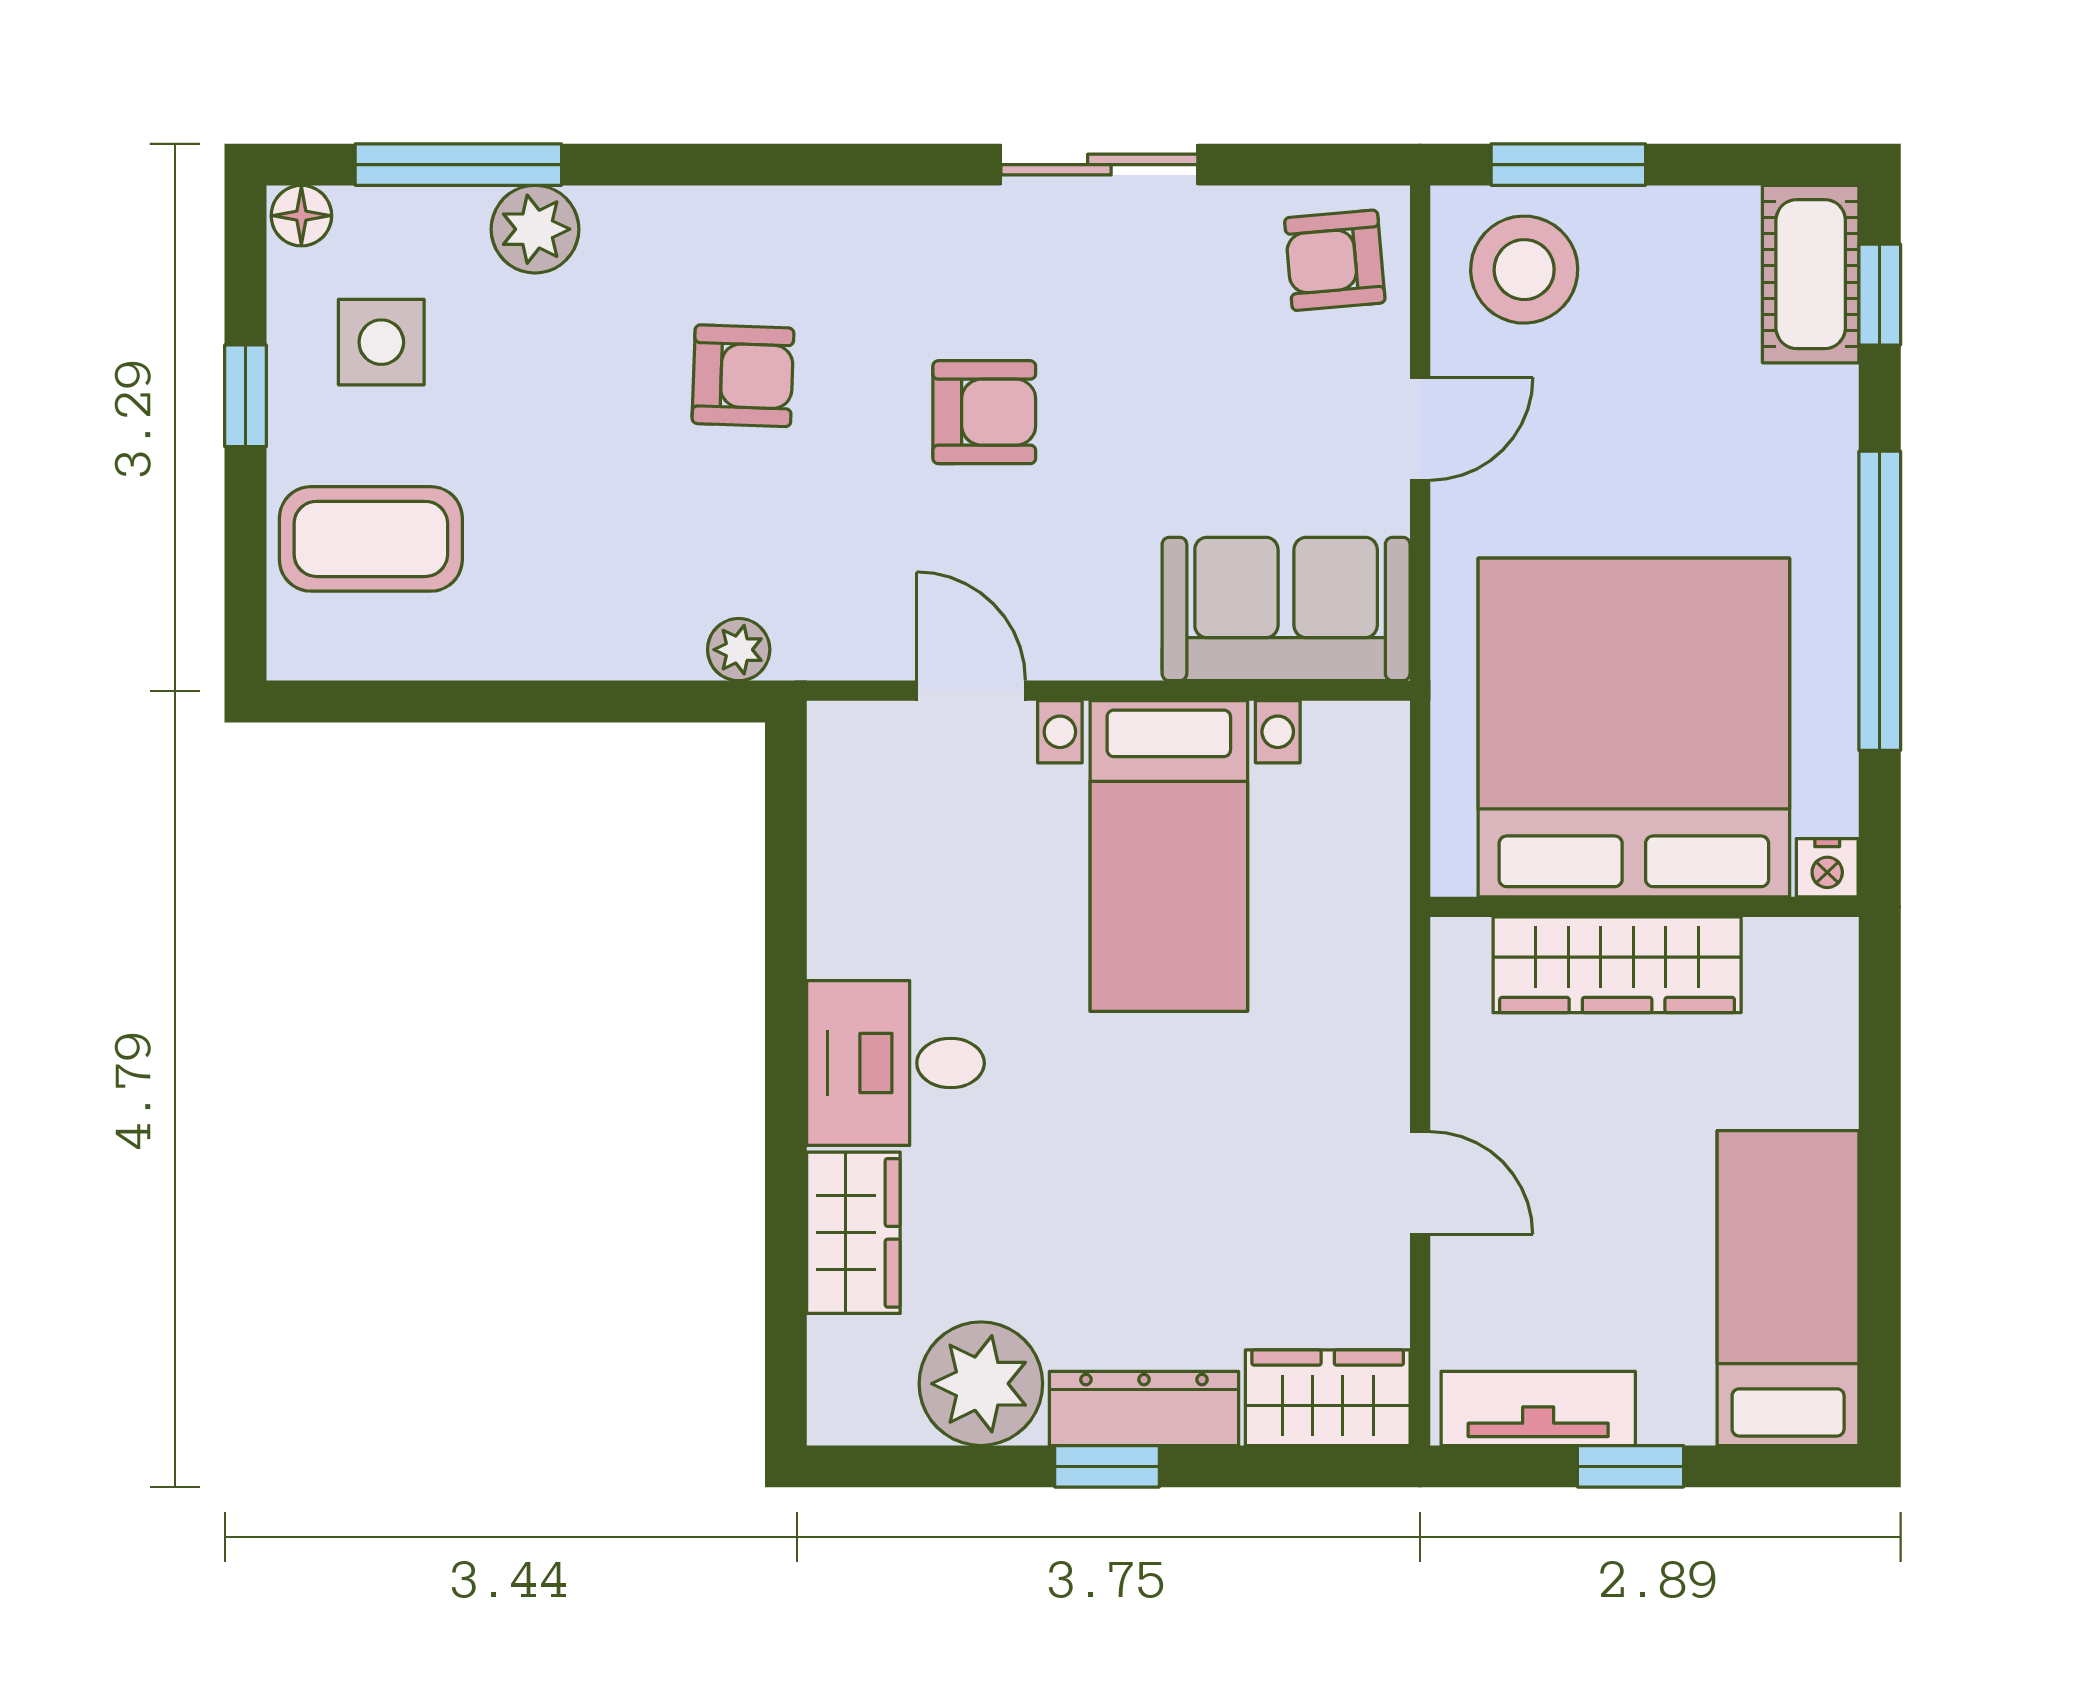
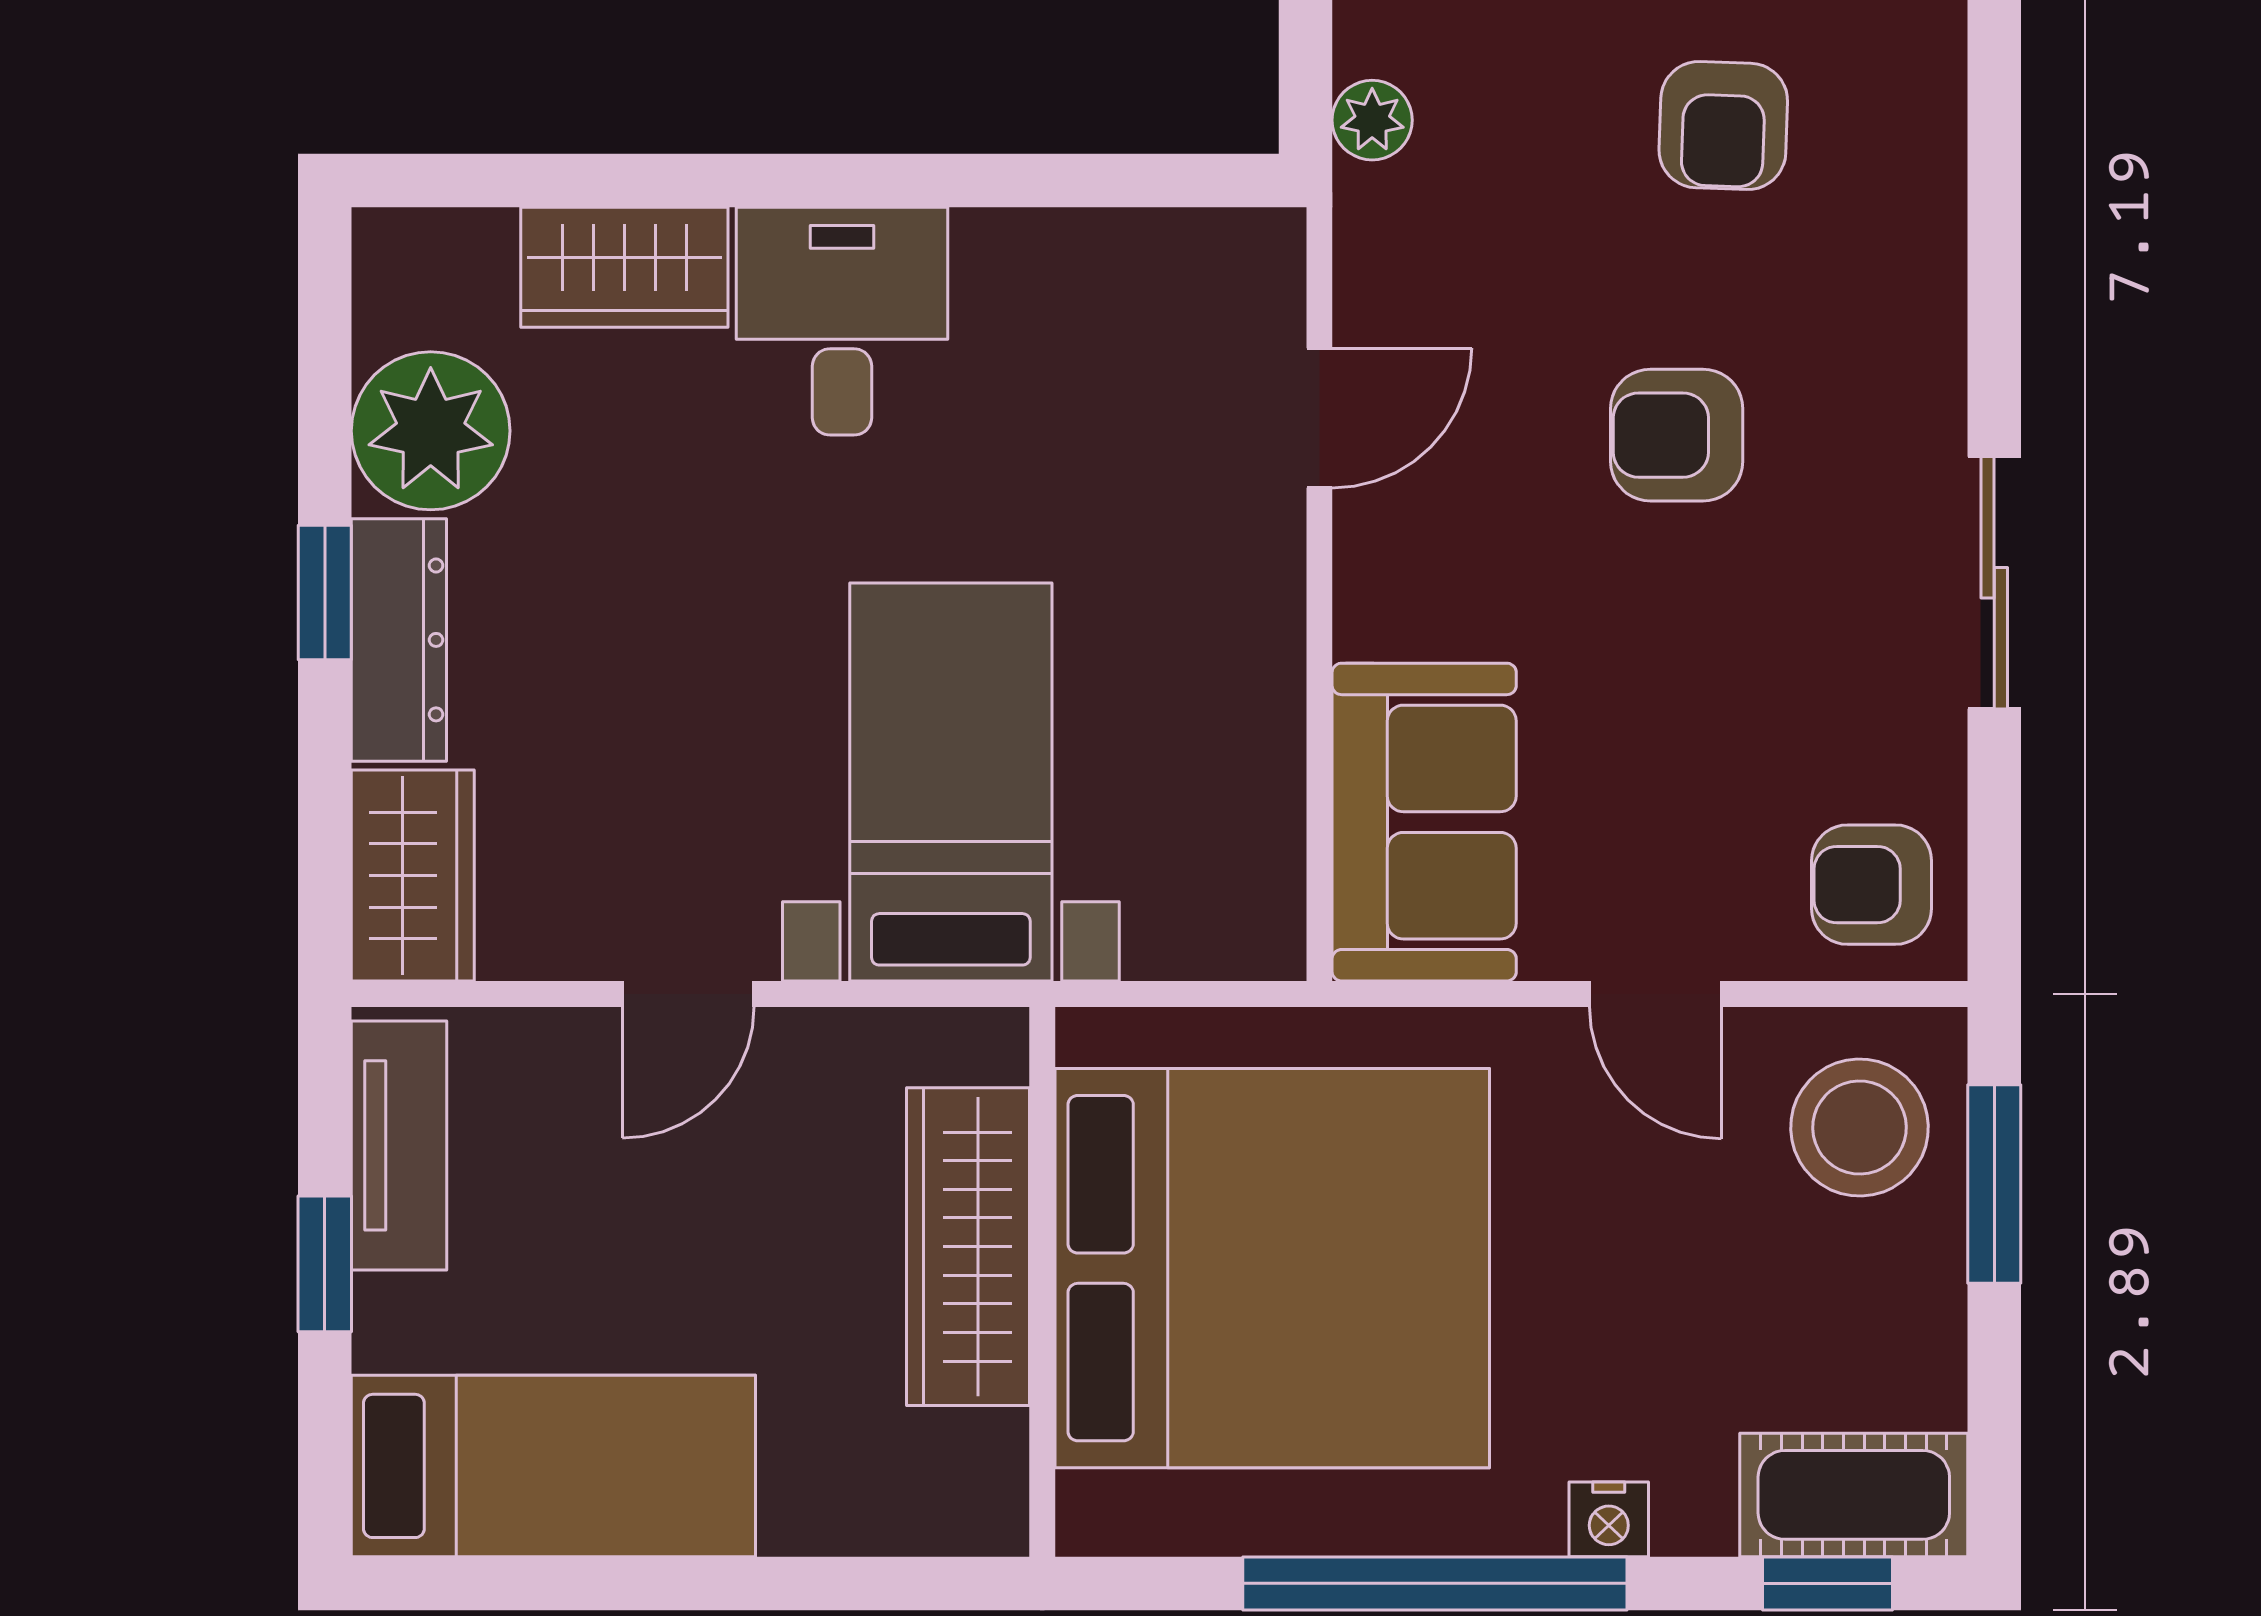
armchair: (1335, 260) -> (1871, 885), turned -85
armchair: (984, 412) -> (1677, 435), turned 90
bed with nightstands: (1169, 856) -> (951, 782), moved, turned 90
nightstand: (1827, 868) -> (1609, 1519), moved, turned -90

